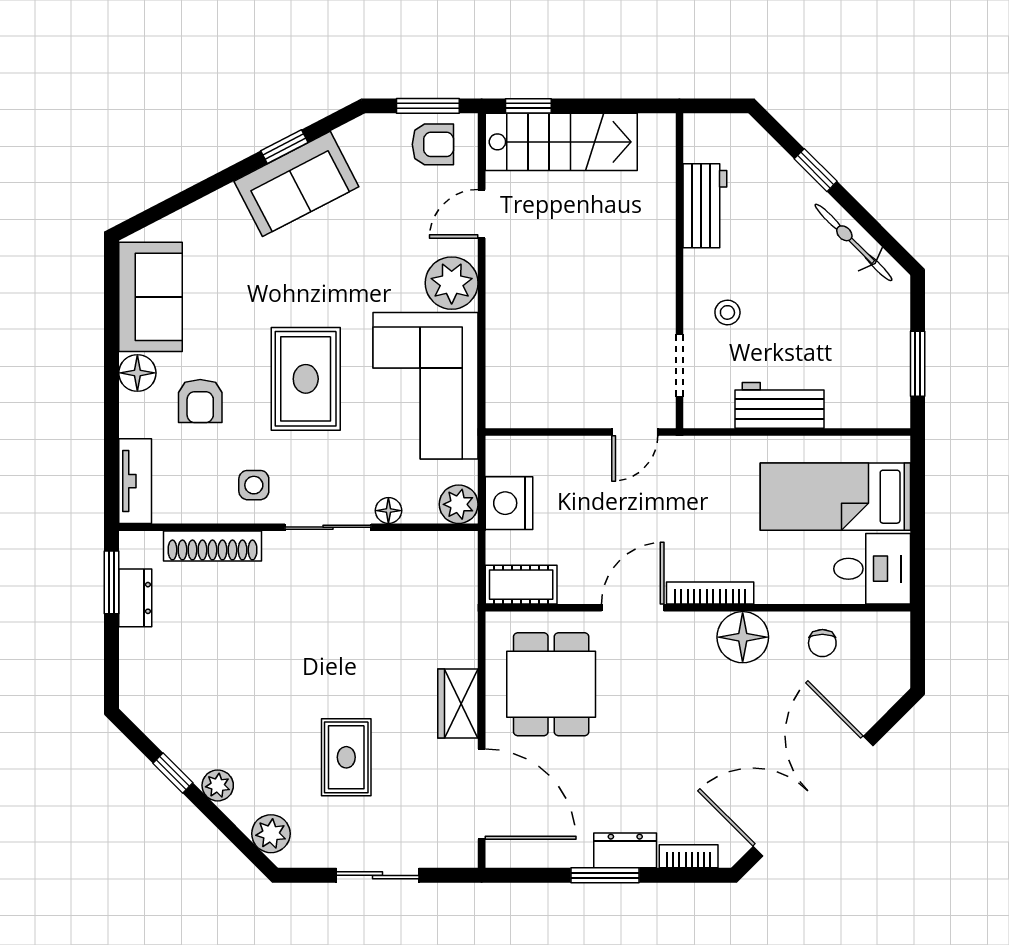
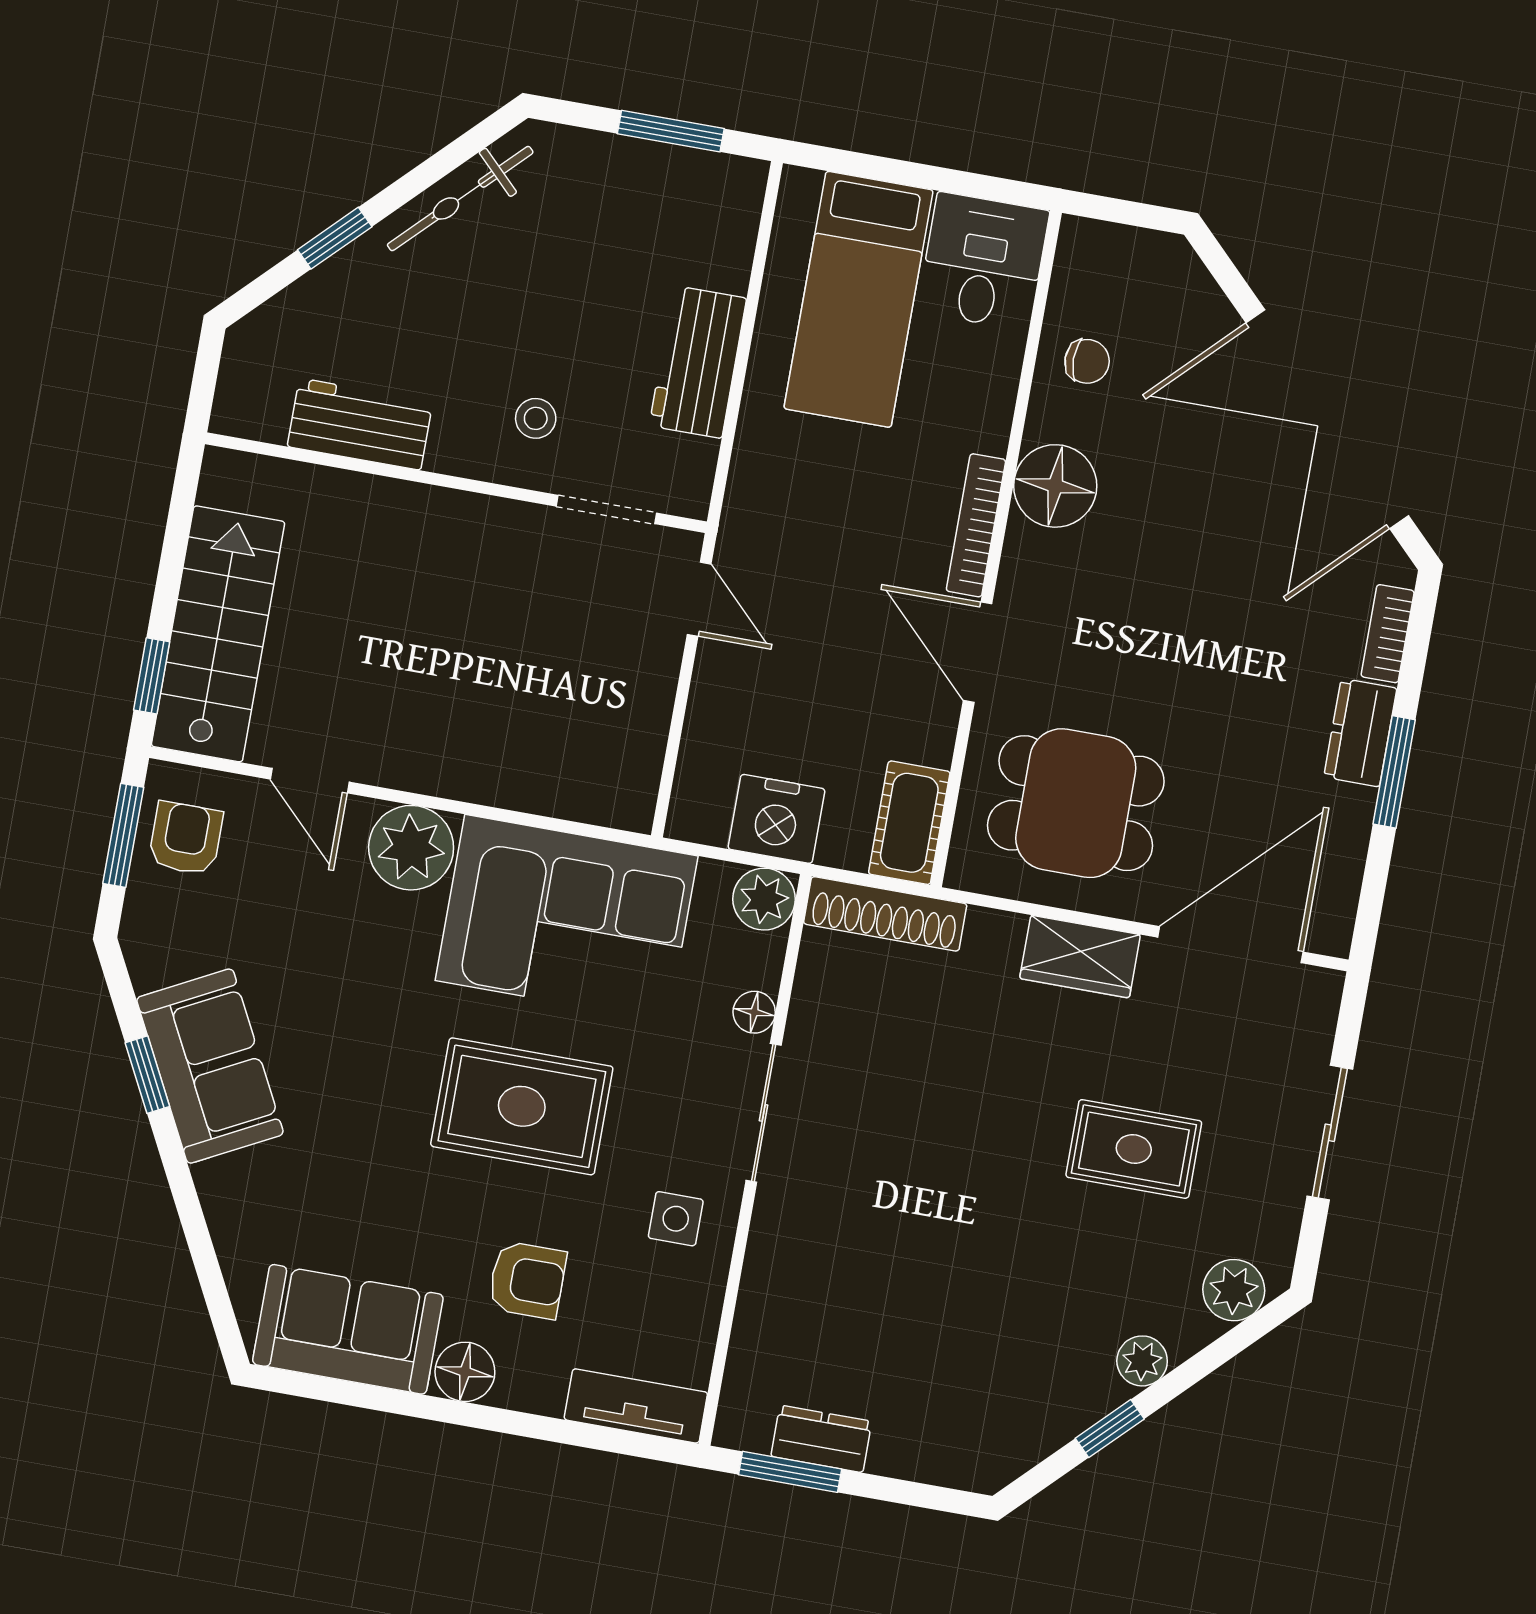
shoe rack: (212, 546) -> (885, 914), moved, turned 90

